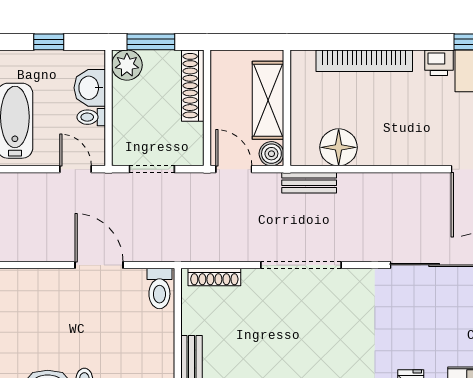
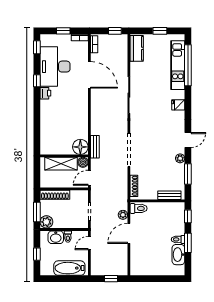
bookcase: (364, 61) -> (45, 124), removed
floor lamp: (339, 147) -> (80, 147), moved
plant: (144, 251) -> (123, 215), added

